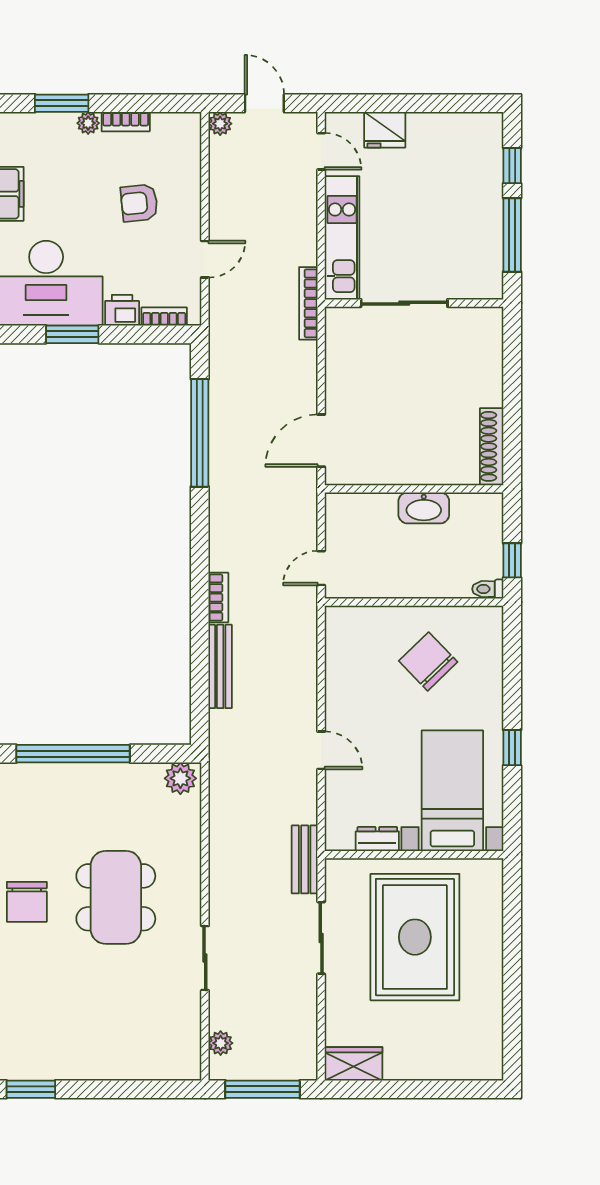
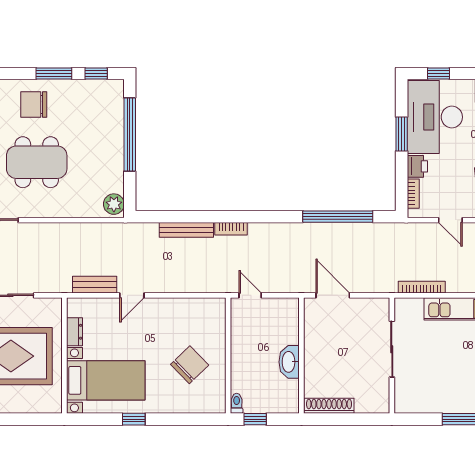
sliding door: (404, 303) -> (392, 349), moved
wall: (414, 303) -> (392, 356), moved
bench: (305, 859) -> (95, 285), moved

